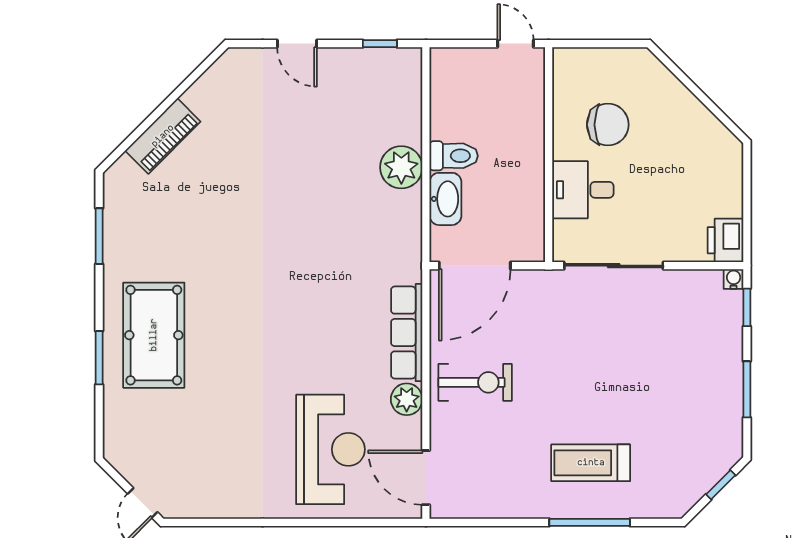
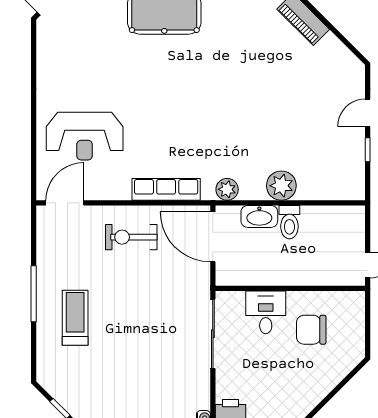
window: (380, 44) -> (368, 150), moved
chair: (608, 125) -> (311, 330), turned 90
exercise bike: (475, 382) -> (131, 237), turned 90
plant: (407, 399) -> (227, 189), moved
window: (590, 522) -> (34, 294), moved

